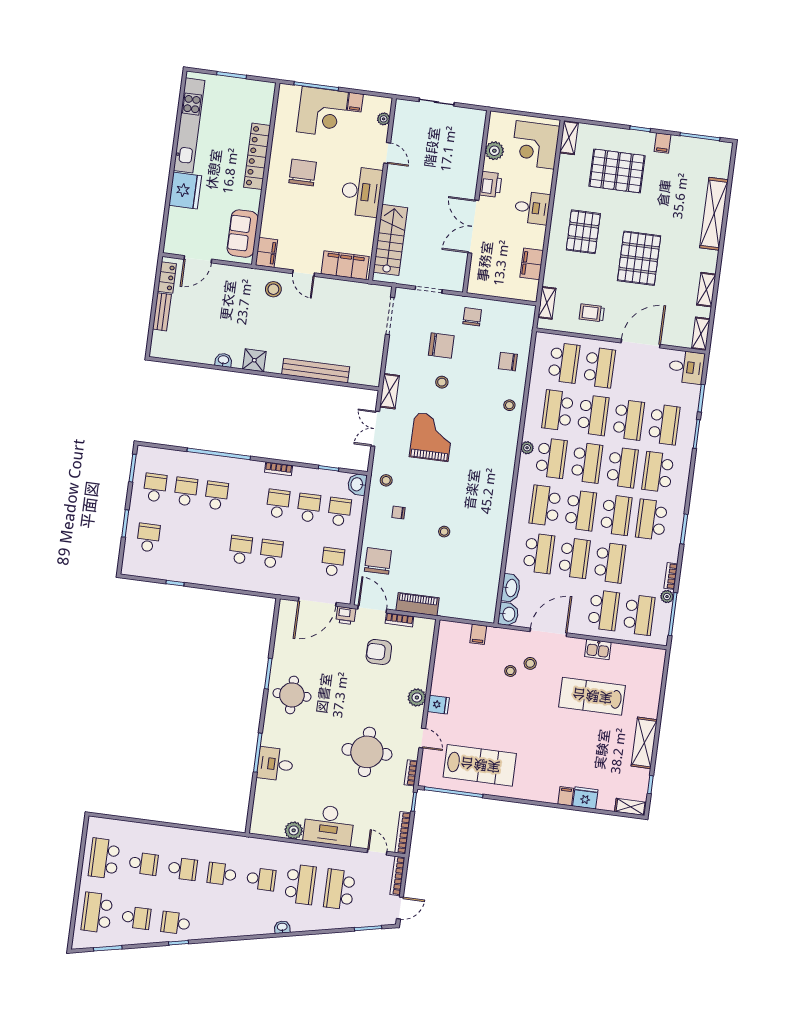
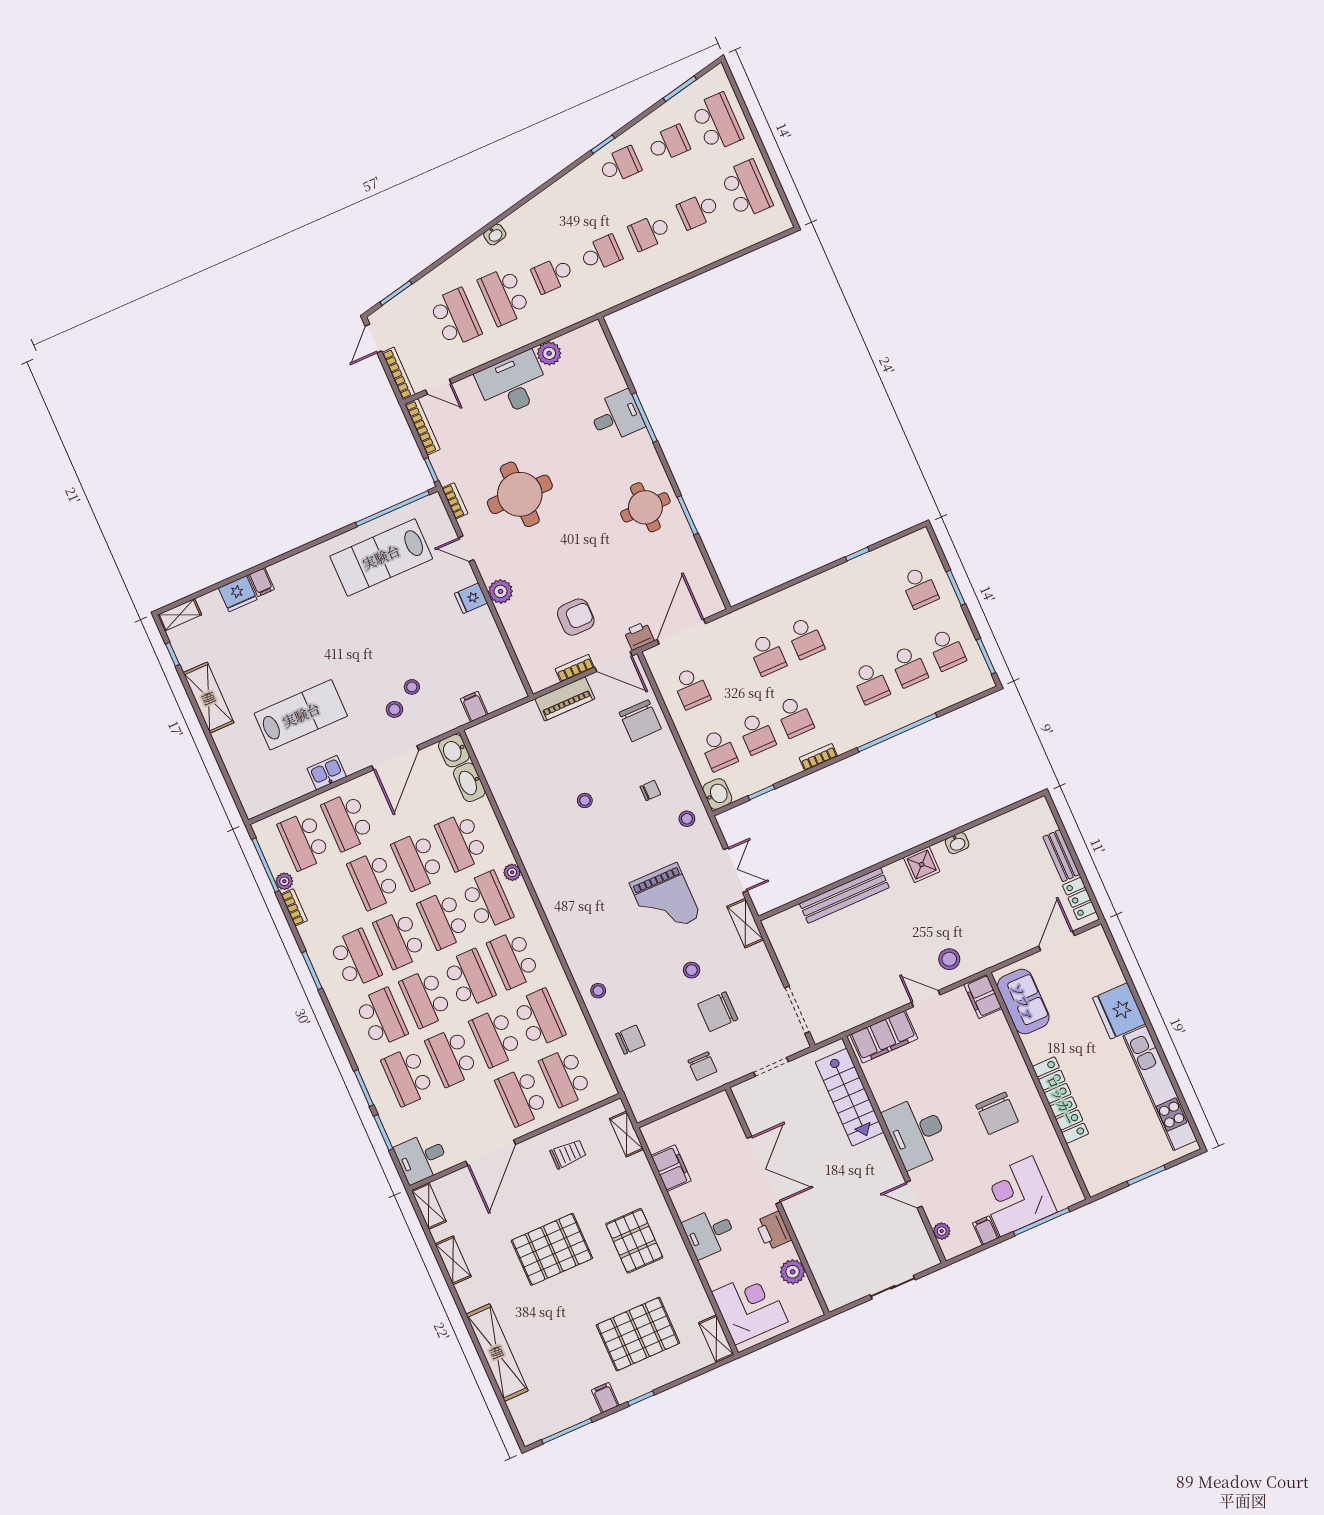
pallet: (639, 258) -> (552, 1249), turned 90
plant: (527, 448) -> (512, 872), moved
school desk: (587, 463) -> (469, 979), turned 180
school desk: (136, 918) -> (669, 144), turned 180

